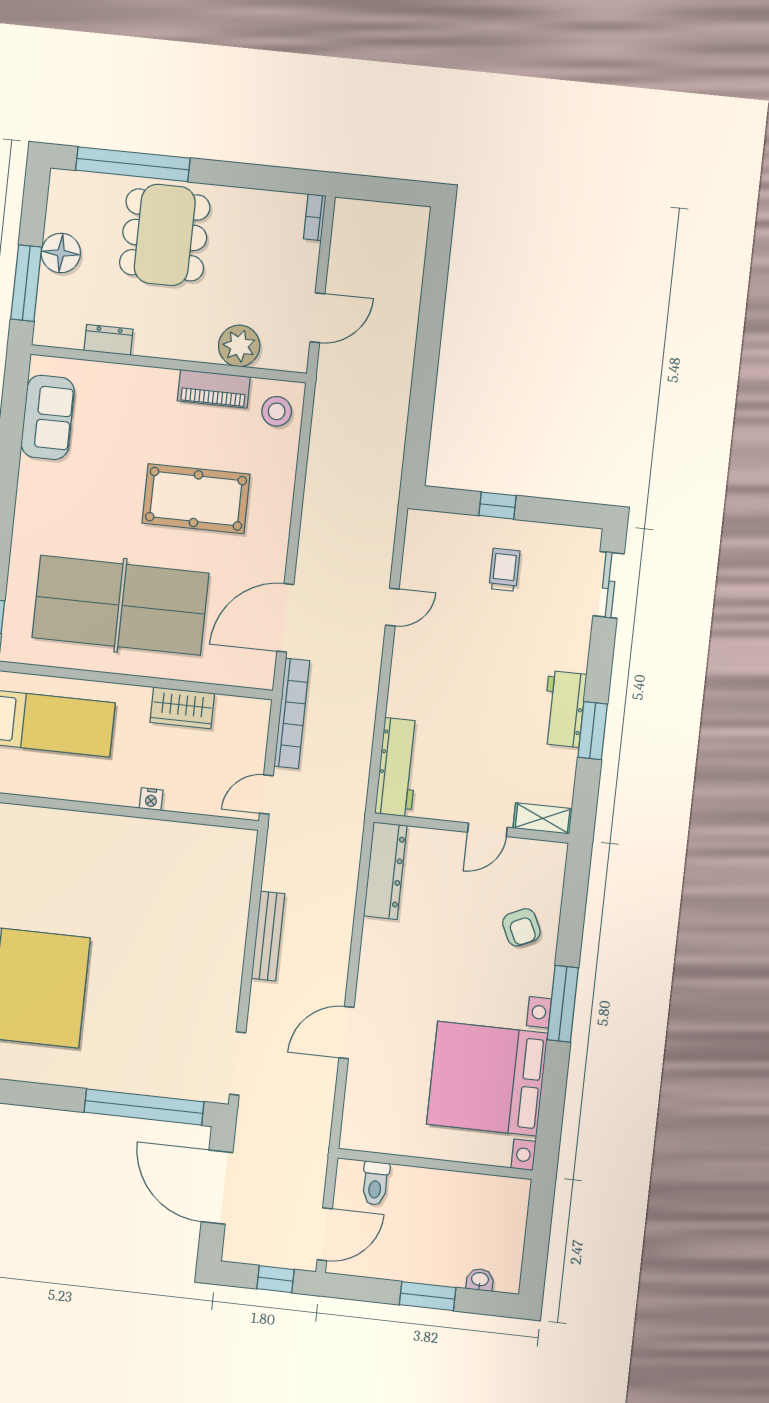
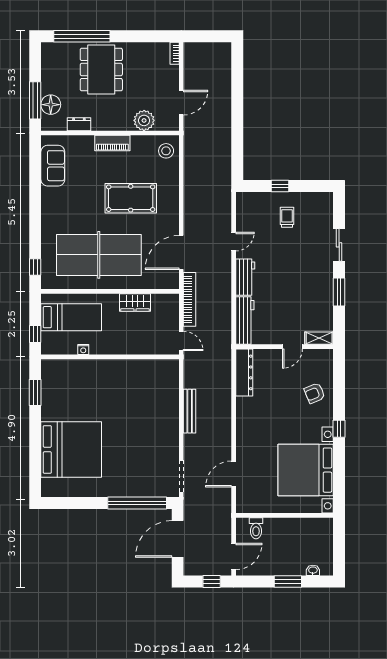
floor lamp: (61, 253) -> (51, 105), moved
piano: (214, 389) -> (112, 143), moved
sliding door: (609, 585) -> (339, 245), moved
workbench: (564, 709) -> (245, 277), moved, turned 180
door: (266, 794) -> (181, 341), swing flipped
nightstand: (151, 799) -> (83, 349), moved
armchair: (521, 927) -> (315, 393), turned 92
window: (563, 1004) -> (339, 429), width x0.46
door: (346, 1033) -> (234, 474), moved
door: (217, 1187) -> (178, 539), hinge flipped

